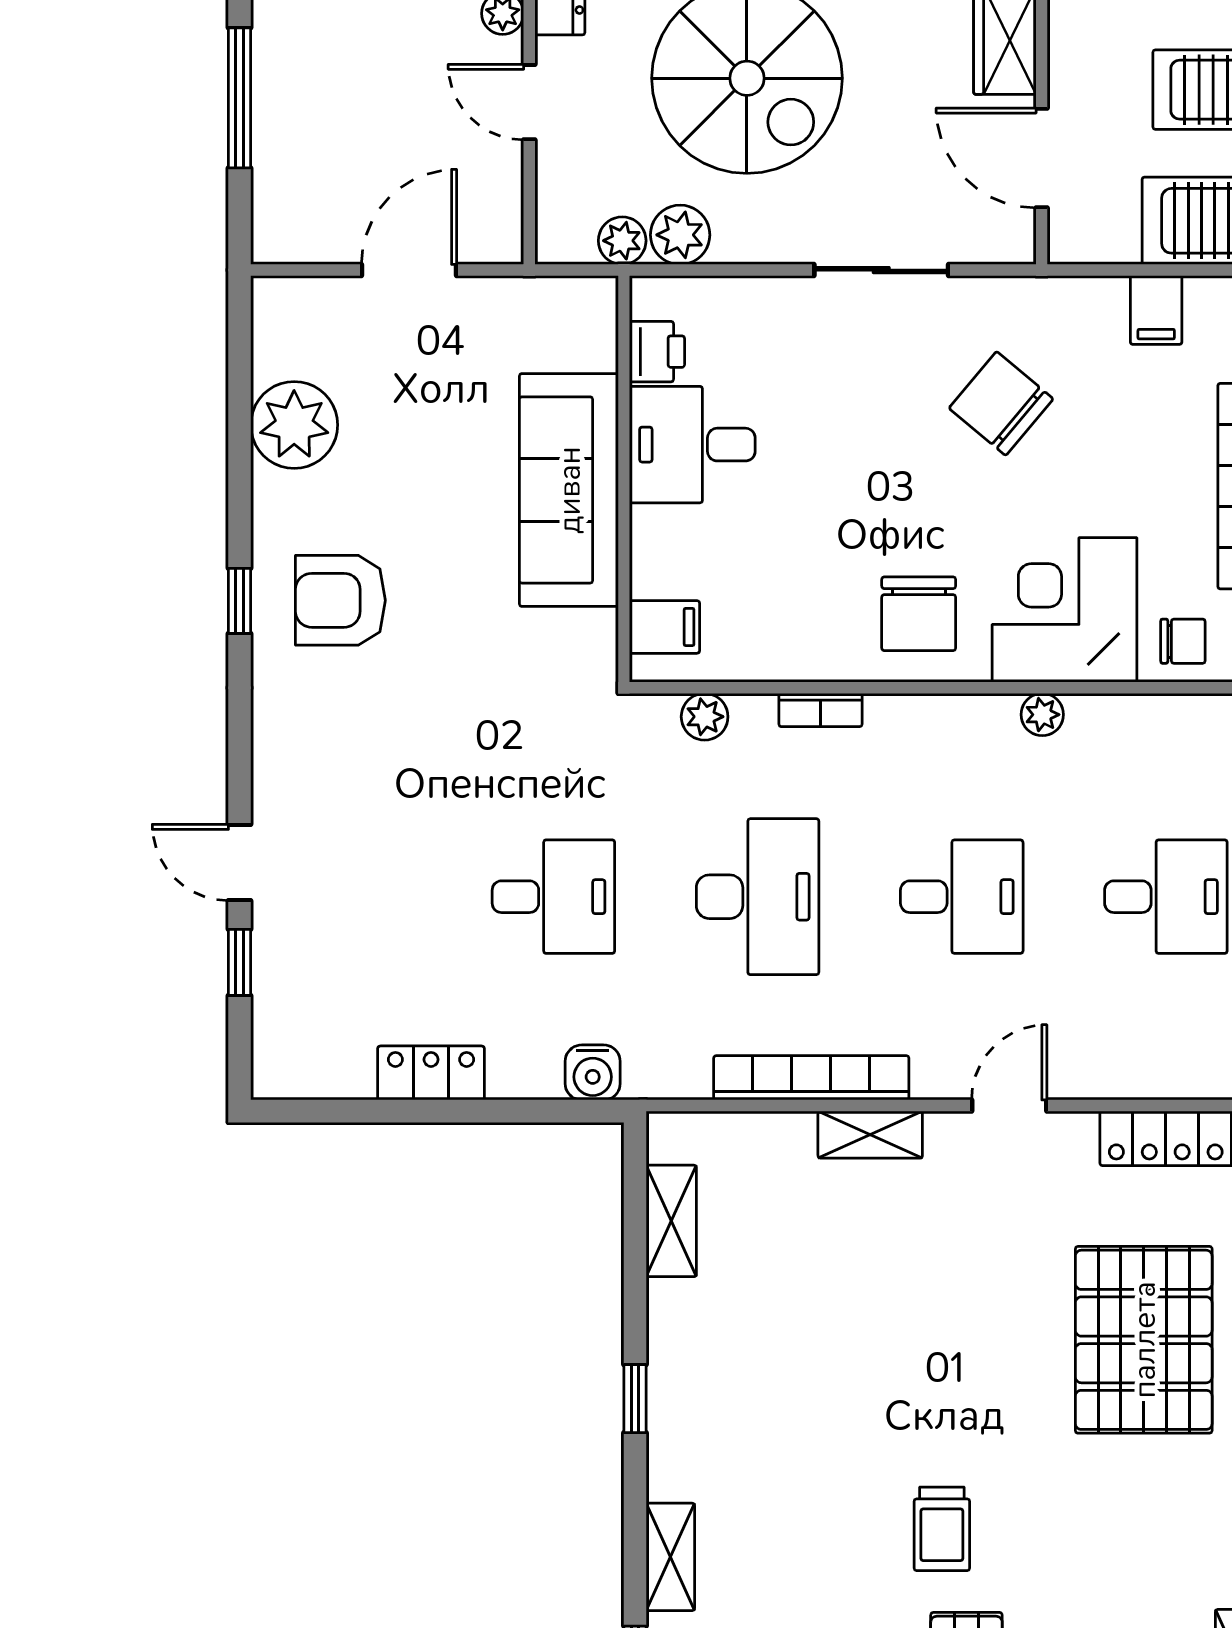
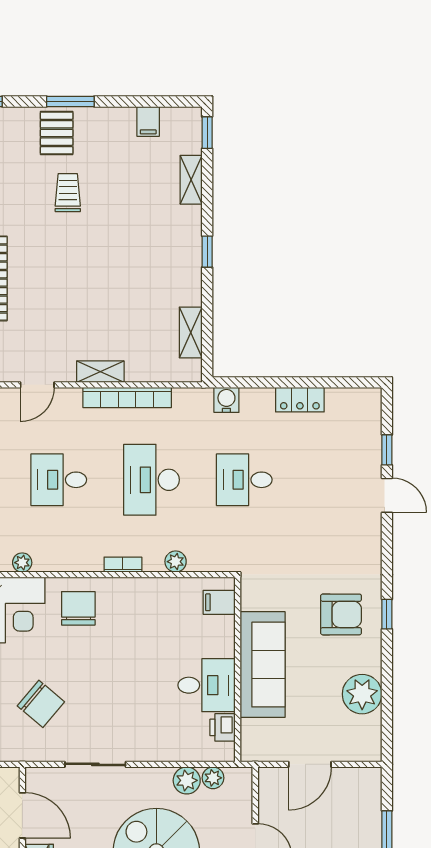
printer: (657, 352) -> (223, 727), moved
desk: (692, 445) -> (206, 685), moved
wall: (624, 479) -> (238, 670), moved
sofa: (569, 490) -> (263, 665), moved
filing cabinet: (665, 627) -> (219, 602), moved

